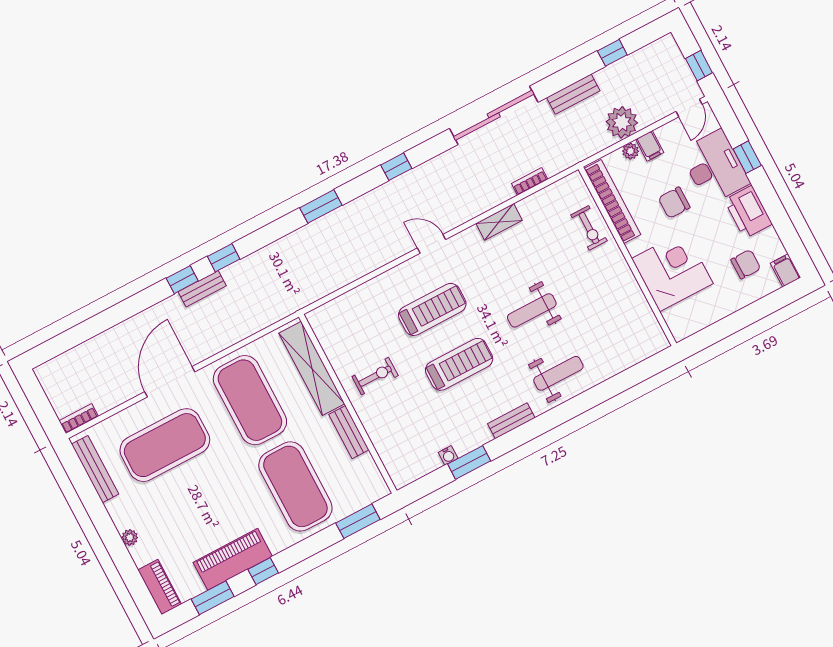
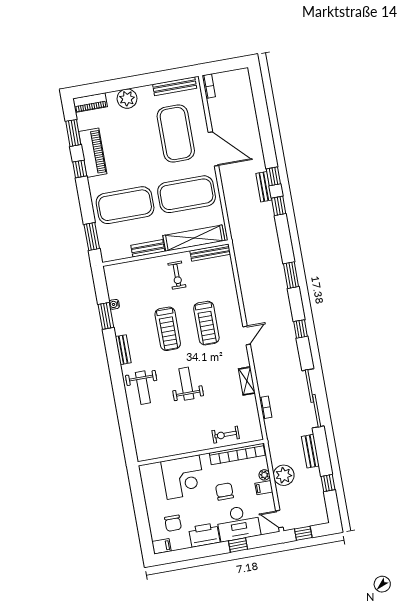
bench: (325, 337) -> (210, 253), added
plant: (130, 537) -> (127, 99), width x1.88, depth x1.88

